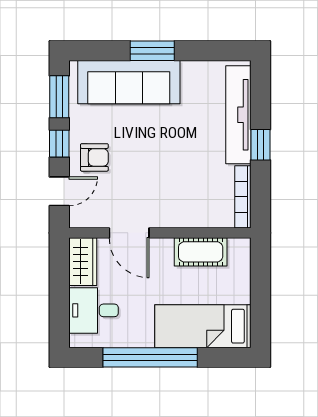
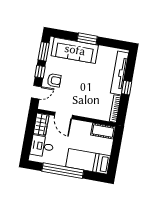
cot: (201, 252) -> (103, 131), moved

